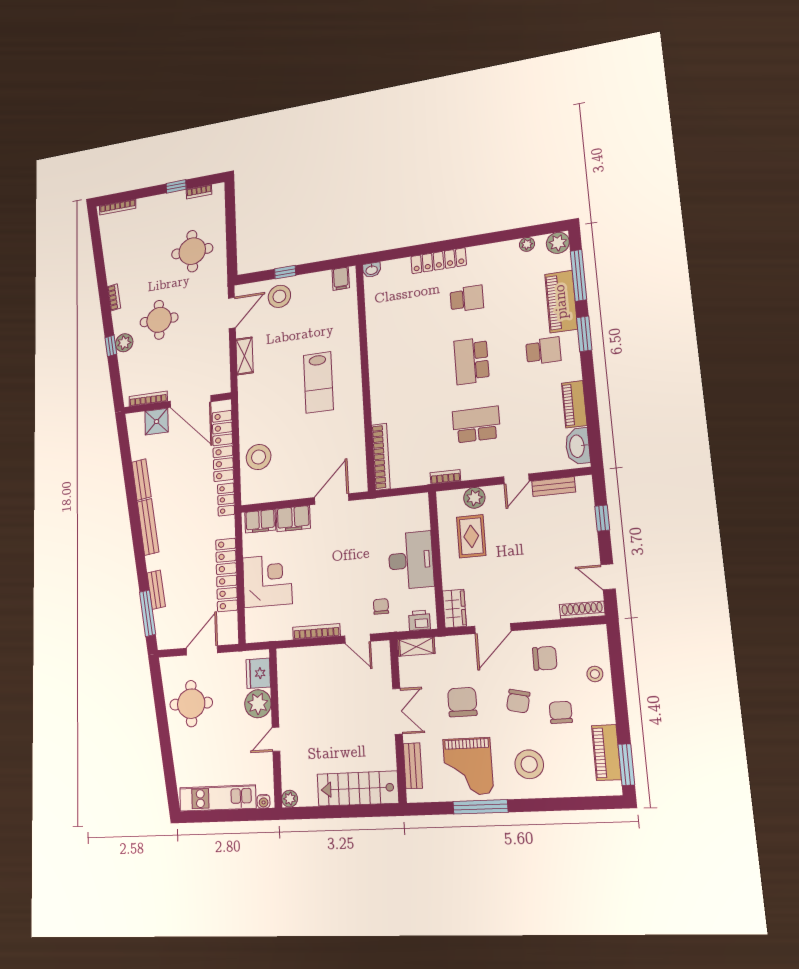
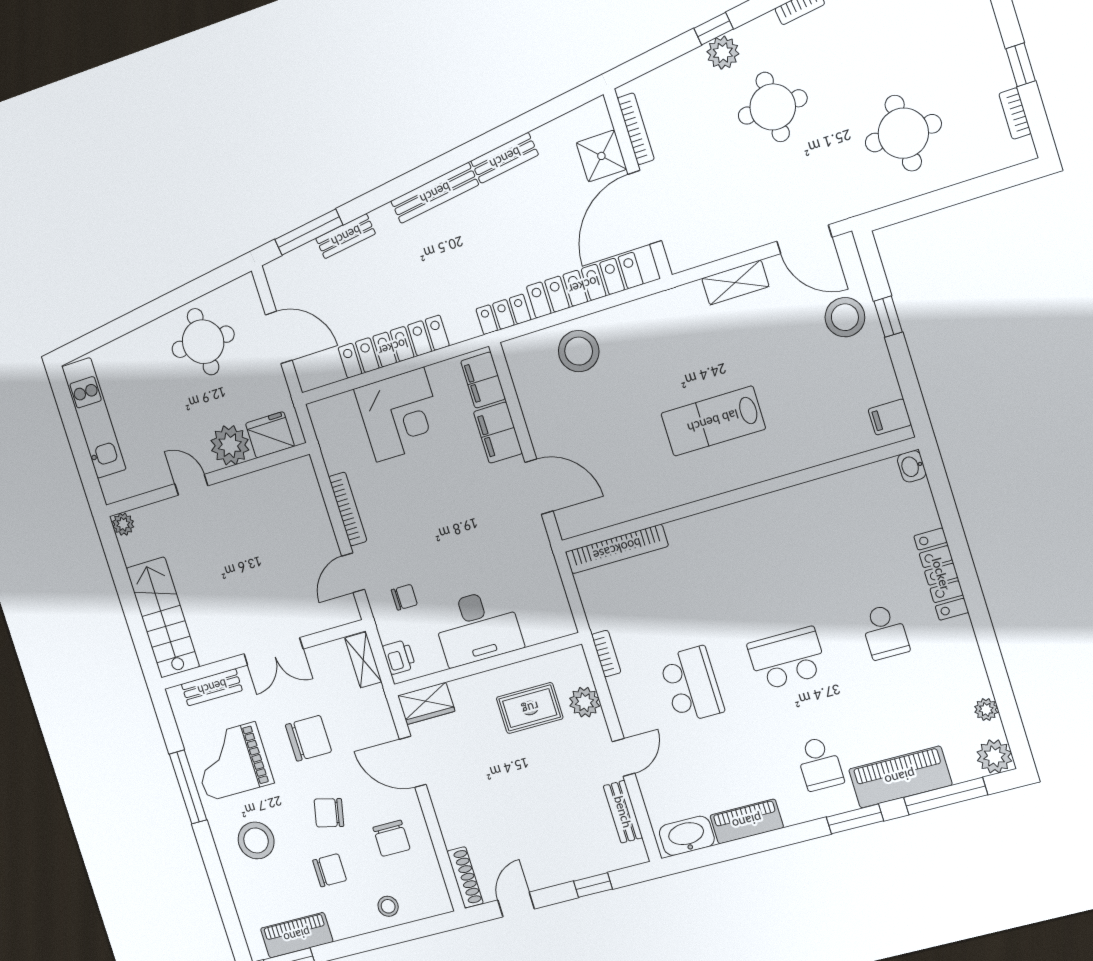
door: (516, 479) -> (624, 757), swing flipped
water cooler: (264, 801) -> (109, 487), removed

